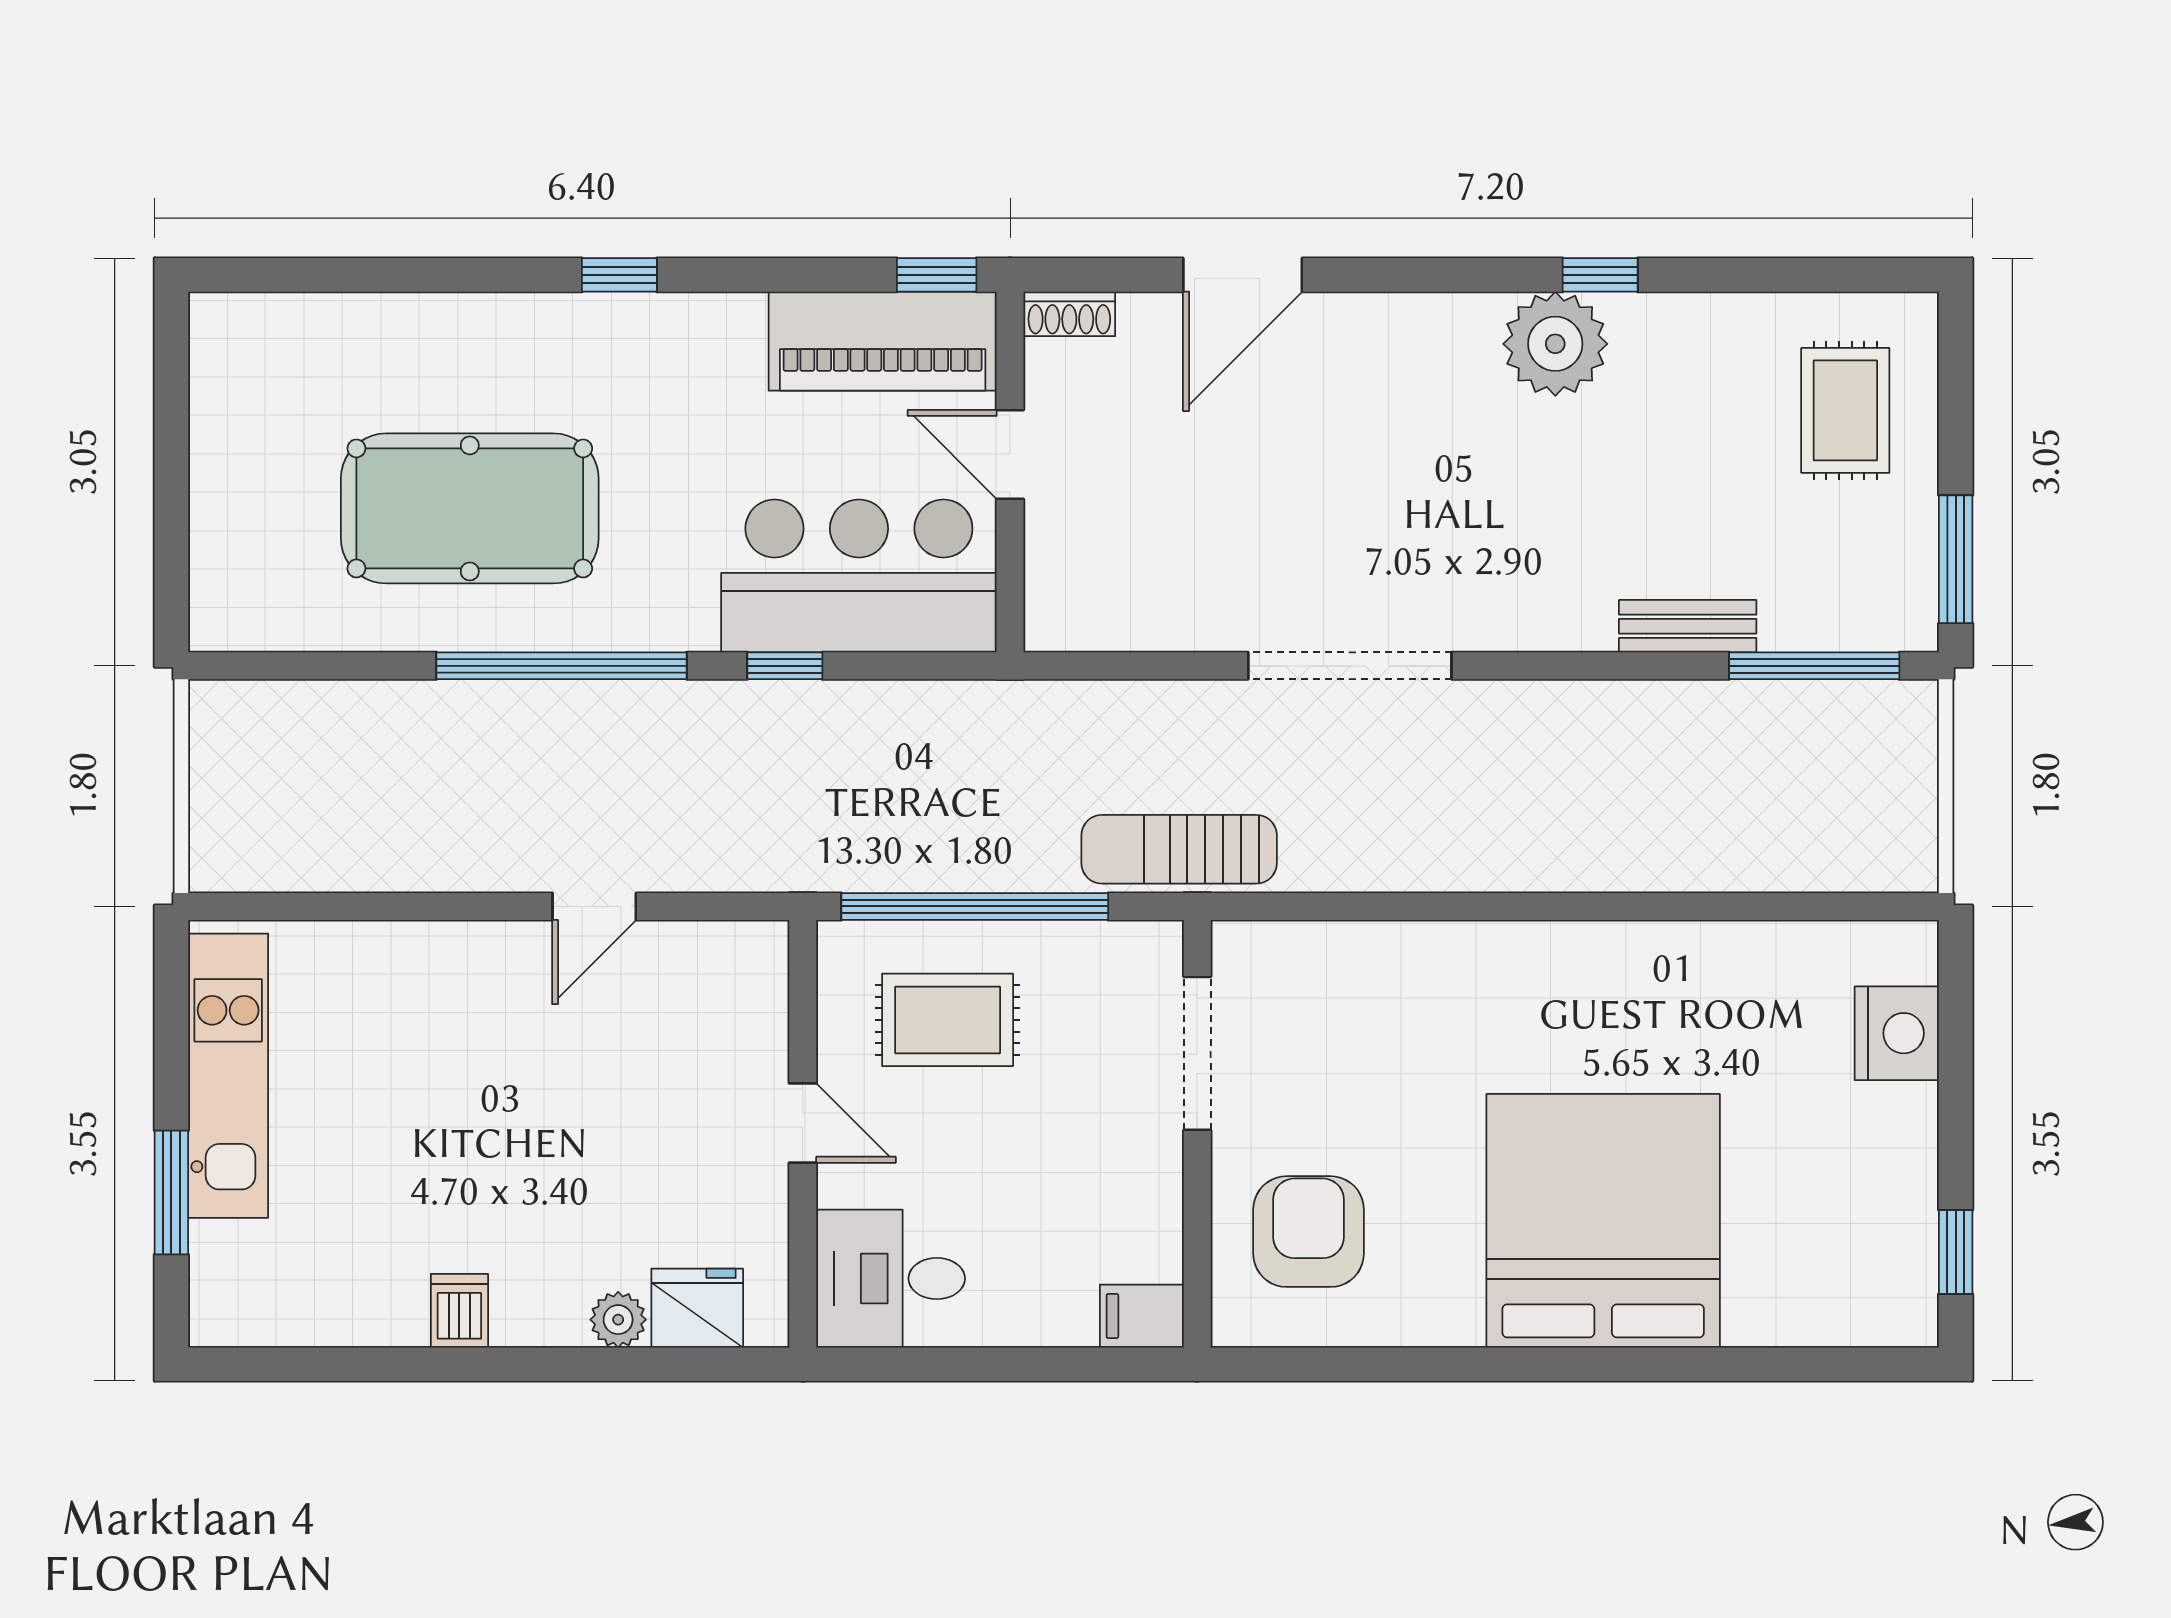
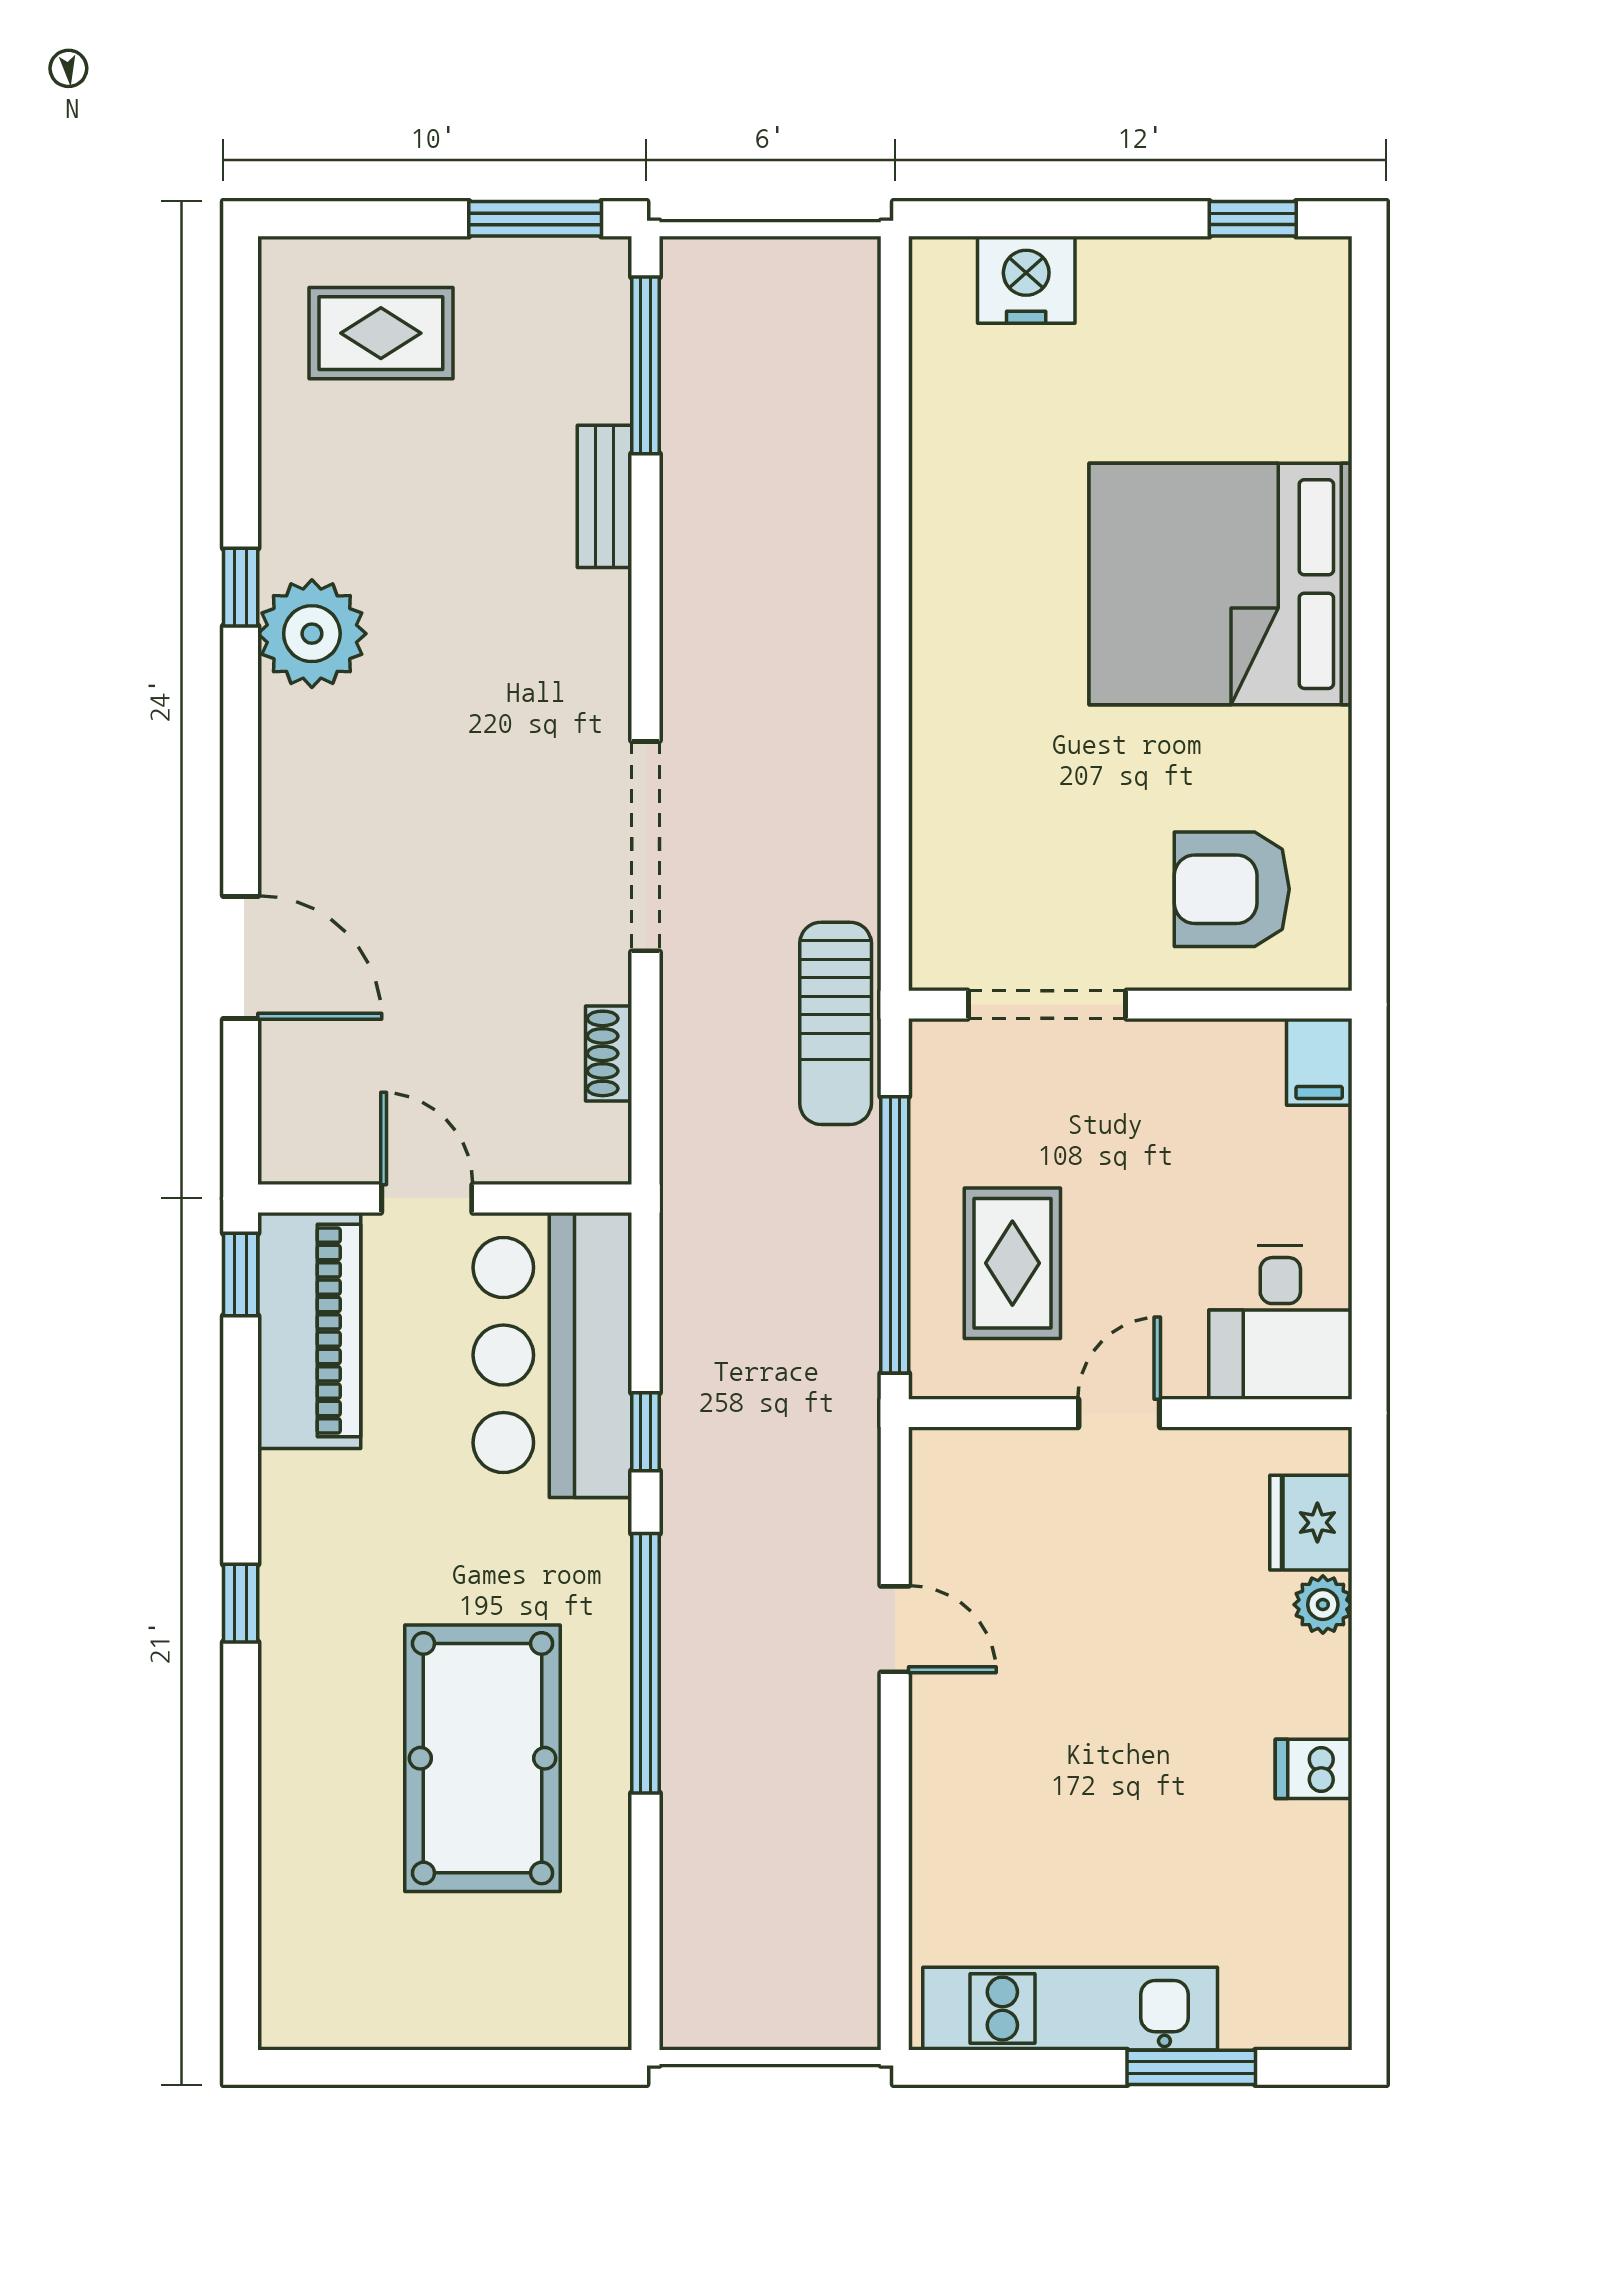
shoe rack: (1069, 314) -> (609, 1053), moved, turned 180
door: (1010, 455) -> (427, 1198), swing flipped

